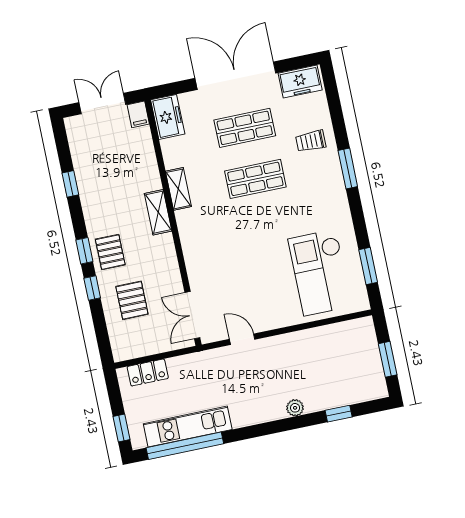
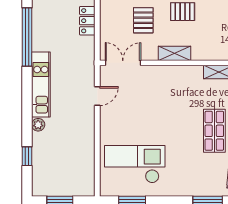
shelving: (158, 212) -> (175, 53), moved
pallet: (132, 300) -> (143, 20), turned 90
kitchen unit: (188, 427) -> (41, 84), moved

